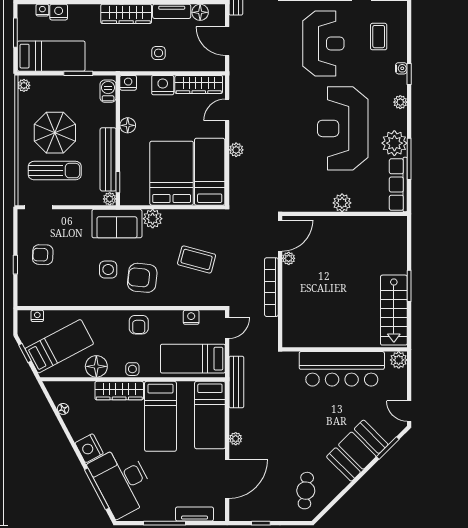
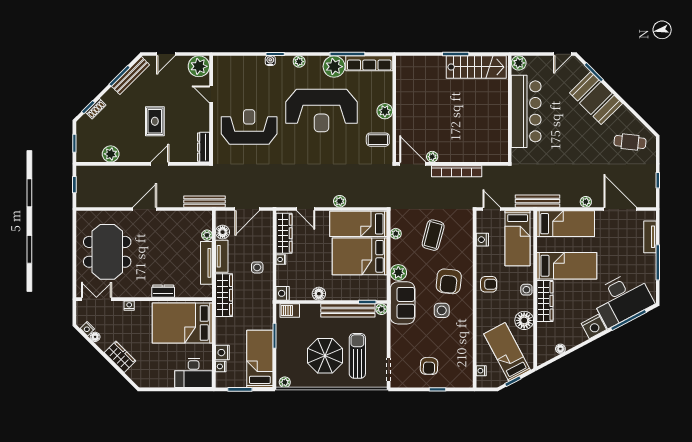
coffee table: (379, 37) -> (378, 140), moved
nightstand: (163, 85) -> (281, 259), width x0.53, depth x0.56
plant: (198, 216) -> (396, 234), added

